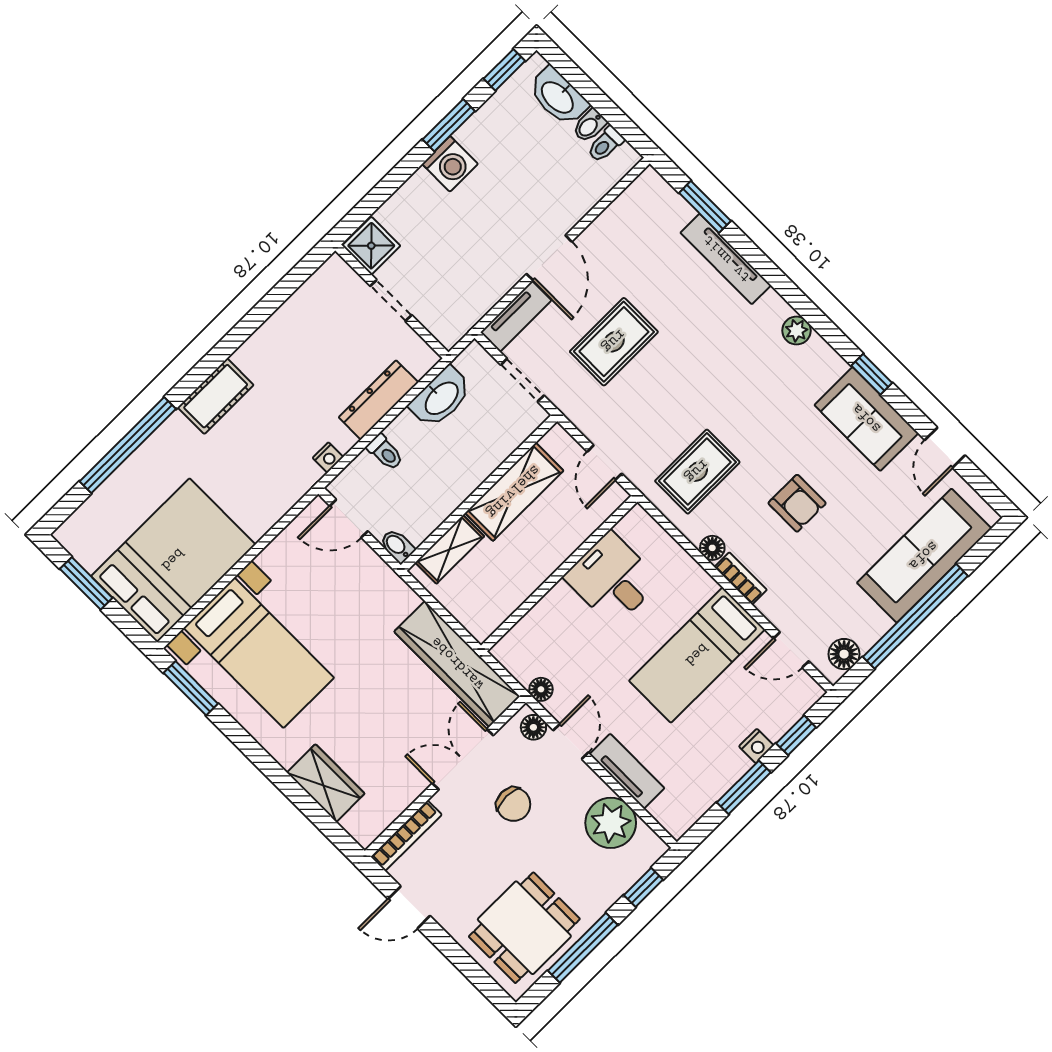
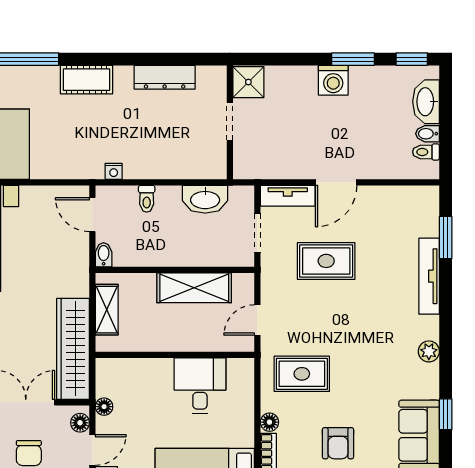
dresser: (378, 400) -> (165, 77), moved, turned 180
shelving: (450, 549) -> (107, 310), moved, turned 90

